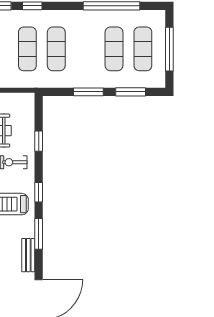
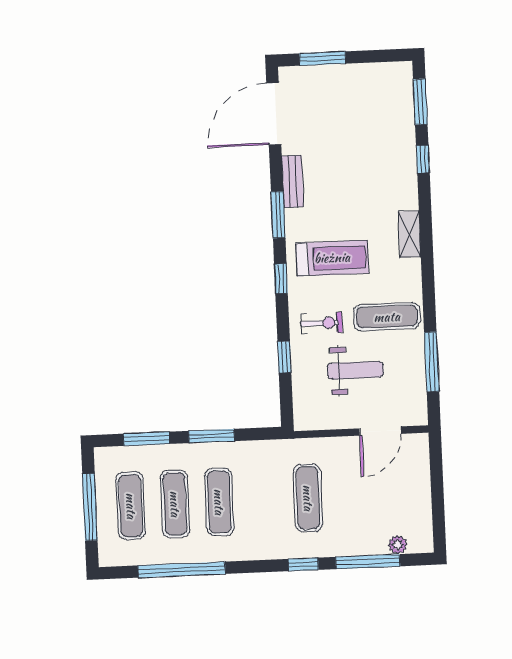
exercise mat: (56, 49) -> (219, 502), moved

